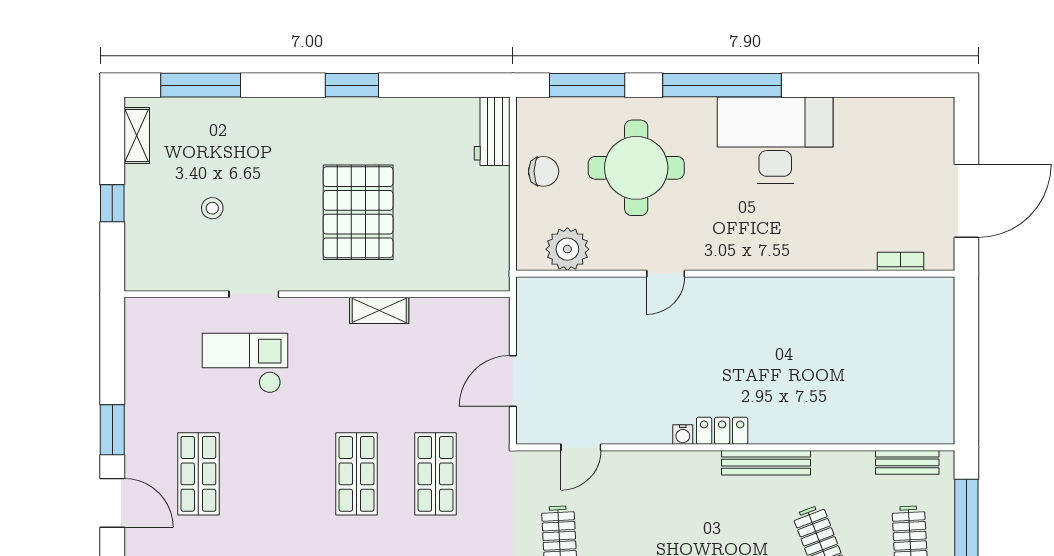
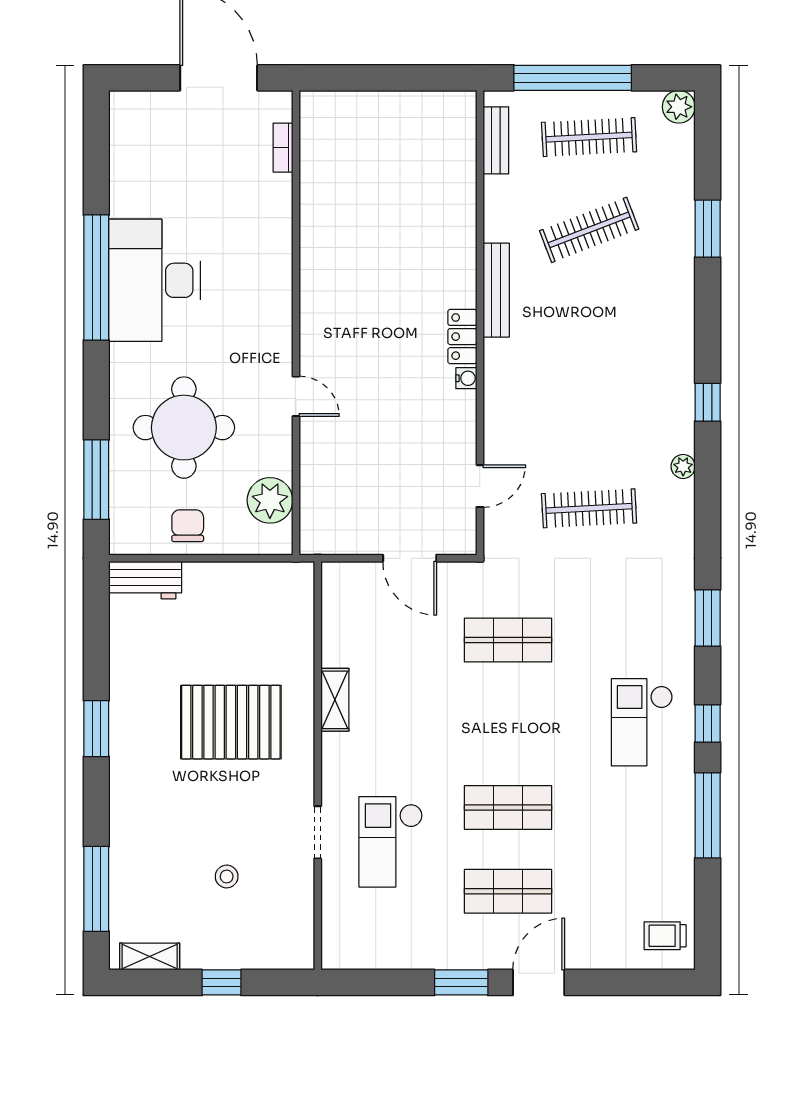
window: (722, 85) -> (96, 277), moved
door: (581, 447) -> (480, 486), hinge flipped
shop shelf: (356, 474) -> (508, 808), moved

